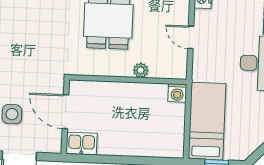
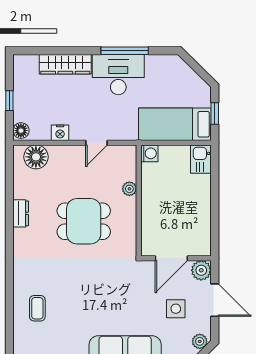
plant: (51, 143) -> (201, 270), added
kitchen sink: (82, 144) -> (201, 159), moved

